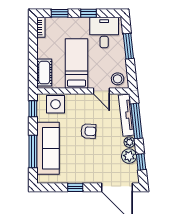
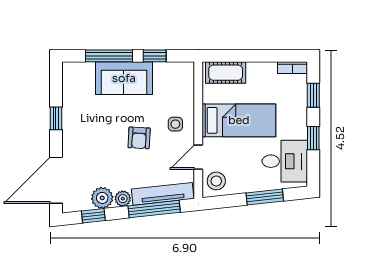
side table: (56, 104) -> (175, 124), moved, width x0.54, depth x0.54
window: (33, 109) -> (155, 56), moved
sofa: (48, 148) -> (124, 78), width x0.73

